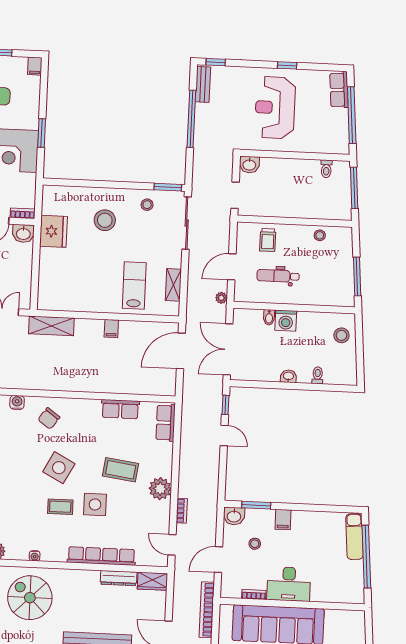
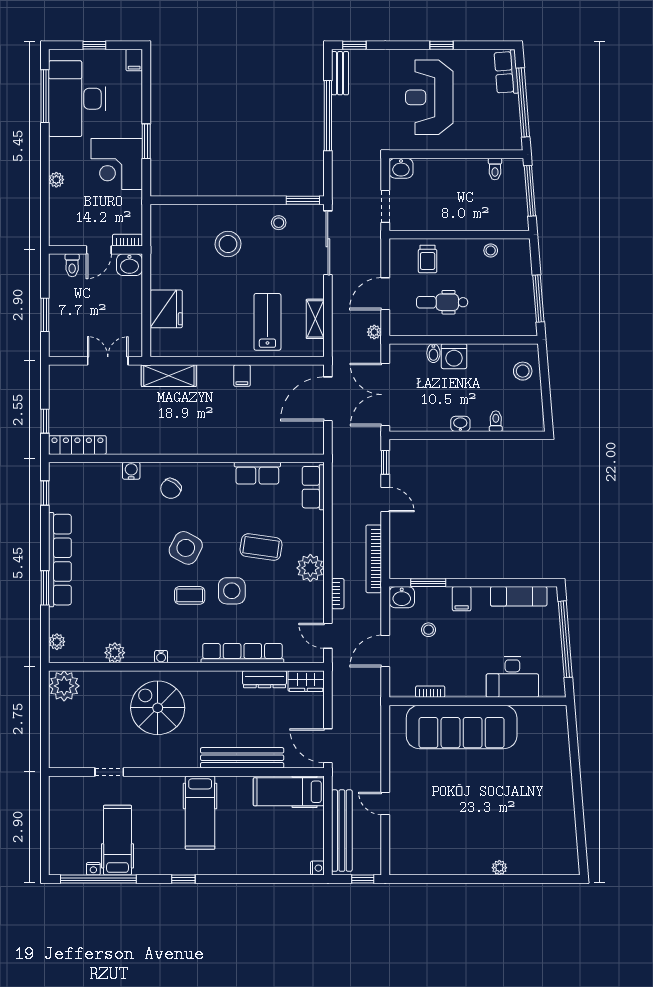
fridge: (53, 231) -> (166, 309), moved
exam couch: (354, 537) -> (519, 596), moved, turned -85
desk: (289, 584) -> (512, 677), moved
bookcase: (207, 610) -> (374, 559), moved

